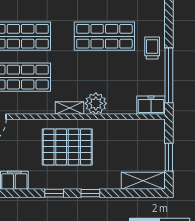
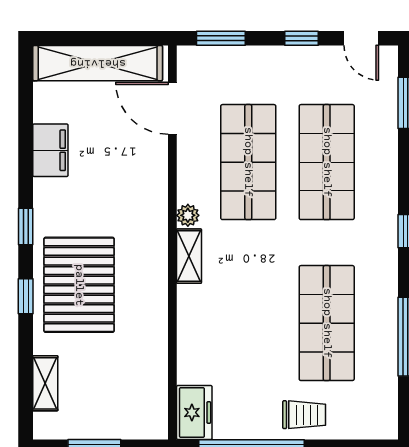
plant: (96, 103) -> (188, 215), moved, width x0.53, depth x0.53
pallet: (67, 147) -> (79, 285), moved
shelving: (143, 181) -> (45, 383), width x0.67, depth x0.75

